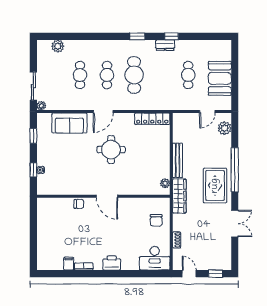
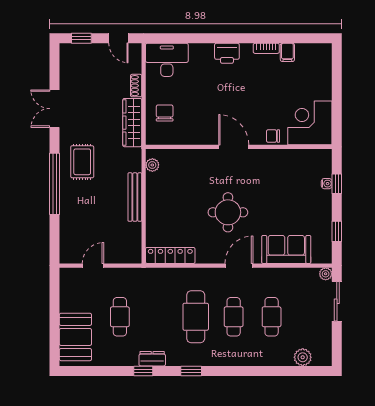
booth: (220, 78) -> (75, 337), moved
plant: (225, 128) -> (69, 242), removed
rug: (215, 186) -> (82, 162), width x0.73, depth x0.70
wardrobe: (179, 196) -> (132, 123), moved
corner desk: (53, 213) -> (310, 123), added

